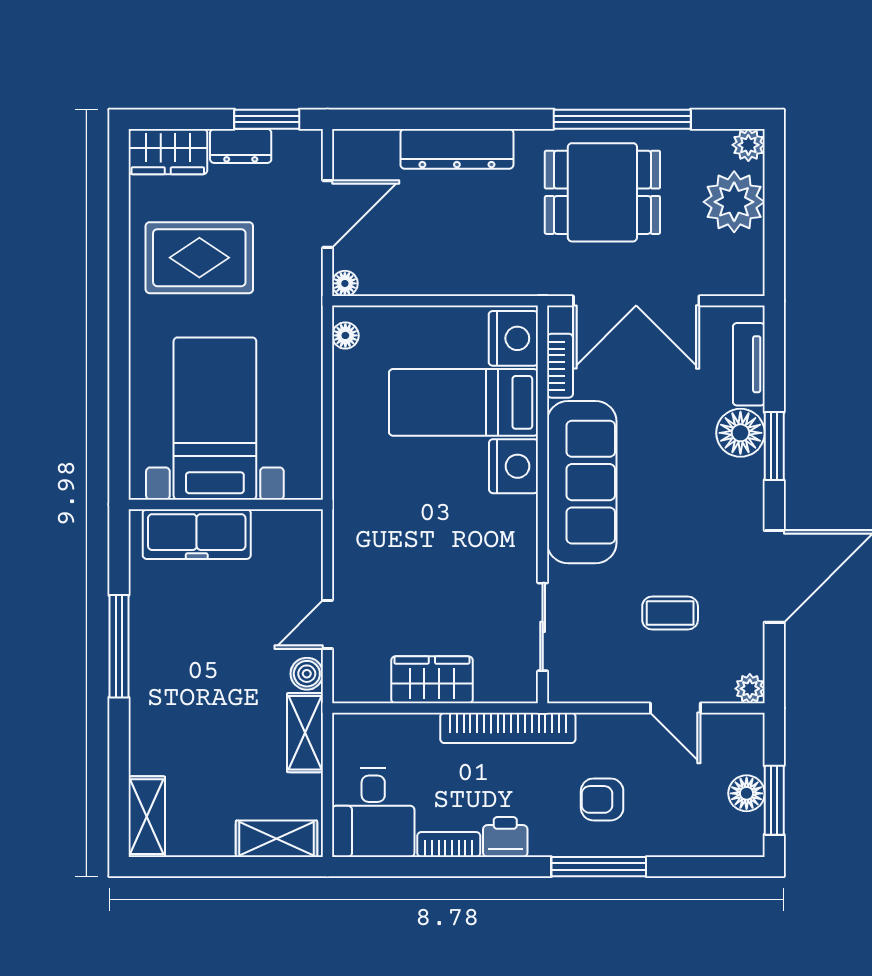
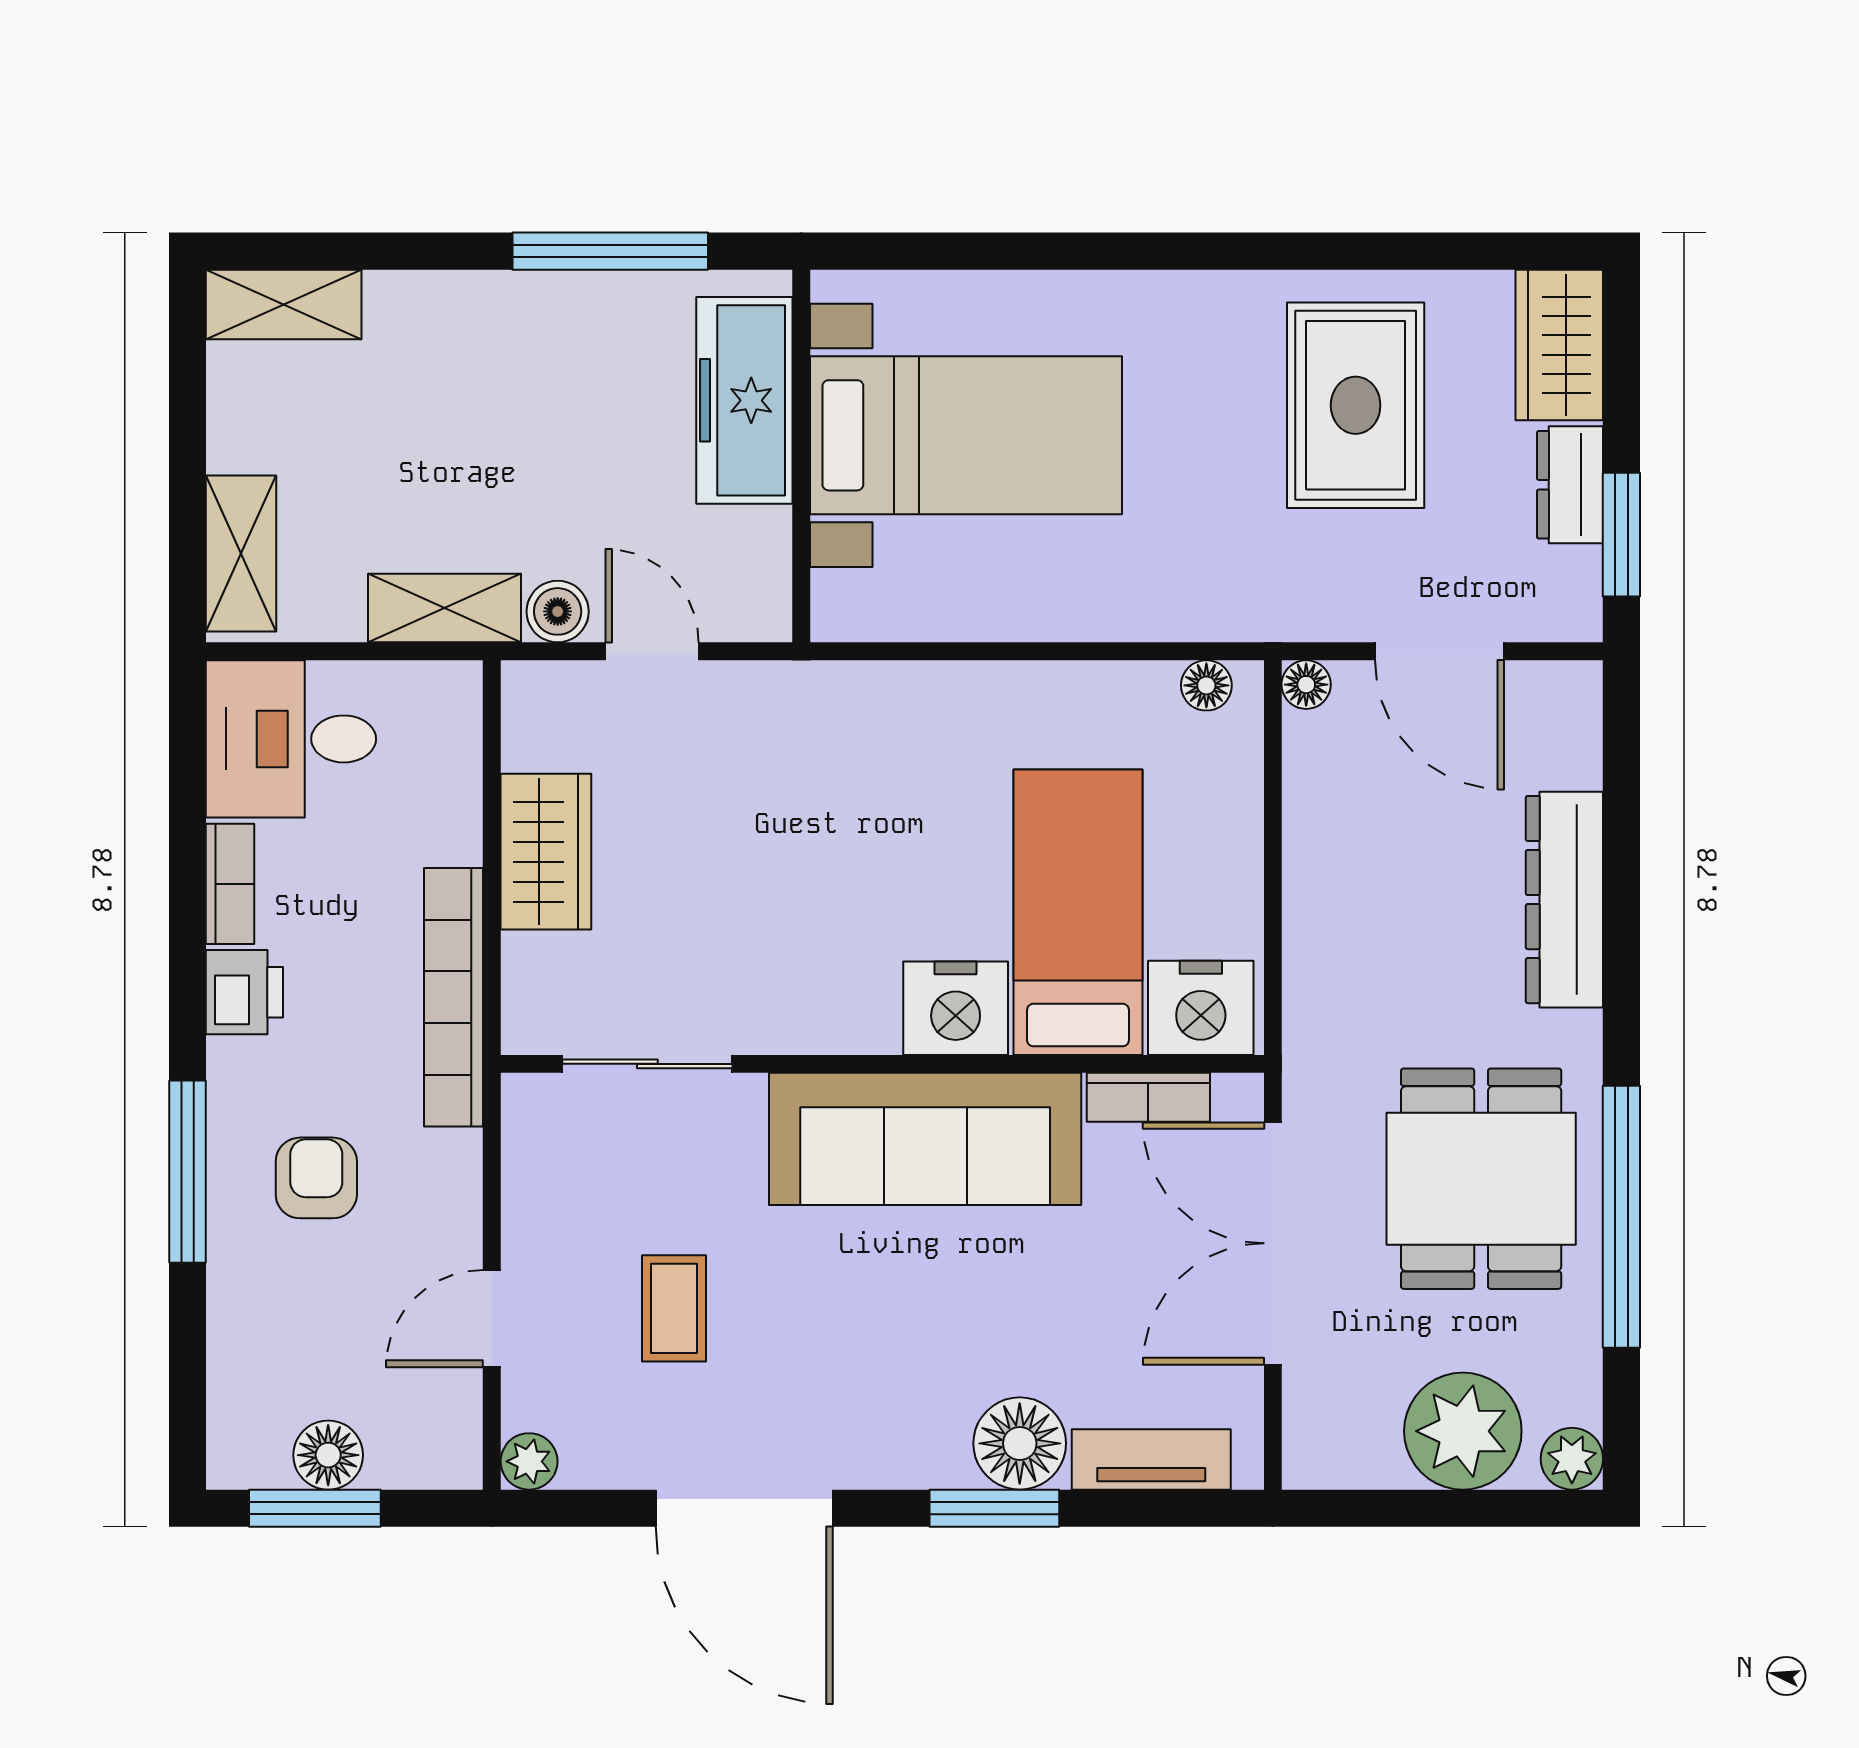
bed with nightstands: (215, 419) -> (966, 435), moved
wall: (226, 504) -> (801, 456), moved
freezer: (197, 534) -> (744, 400), moved

